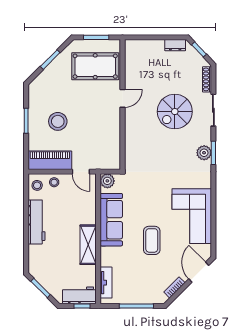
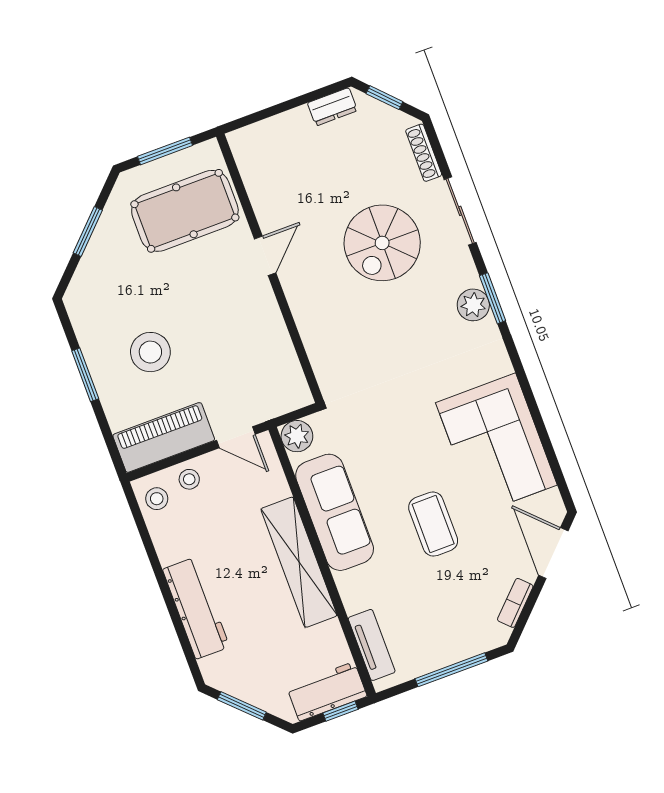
workbench: (37, 222) -> (196, 608), moved
shelving: (88, 245) -> (299, 562), width x1.47

